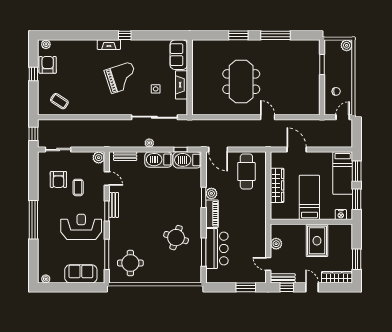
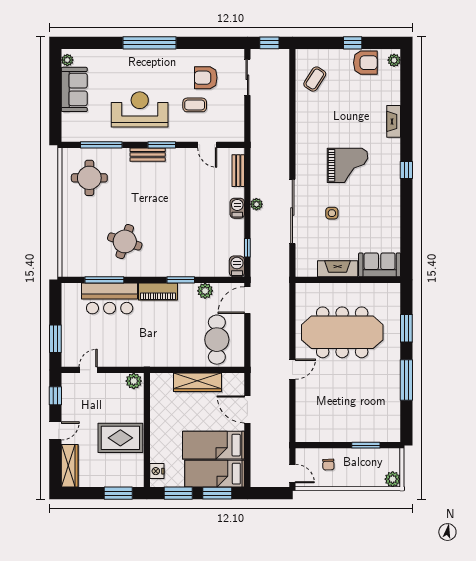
fireplace: (109, 45) -> (394, 121), moved
sofa: (179, 55) -> (380, 265), moved
wall: (190, 77) -> (348, 280), moved
grand piano: (121, 78) -> (348, 165), turned -72
meeting table: (241, 82) -> (342, 332), width x1.36
fireplace: (182, 85) -> (338, 269), moved
door: (297, 150) -> (247, 409), swing flipped
plant: (99, 158) -> (236, 134), removed
barbecue: (159, 160) -> (237, 208), width x0.53, depth x0.65
barbecue: (187, 160) -> (237, 266), width x0.53, depth x0.65
cafe table: (246, 171) -> (217, 340), turned 90
door: (107, 178) -> (207, 145), hinge flipped
plant: (211, 193) -> (205, 291), moved
bed: (309, 197) -> (214, 445), moved, turned 180
bench: (114, 205) -> (148, 155), moved
reception desk: (81, 227) -> (140, 109), turned -90
plant: (276, 244) -> (134, 381), moved
window: (357, 259) -> (118, 493), moved
sofa: (81, 274) -> (74, 89), moved
bench: (283, 278) -> (68, 390), removed

